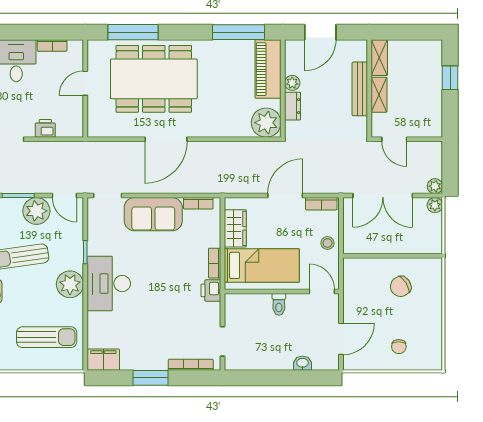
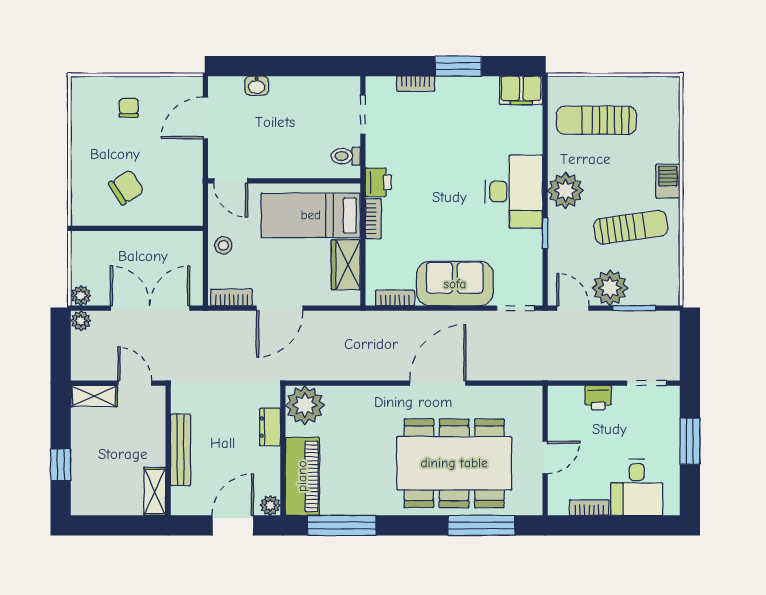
plant: (292, 83) -> (270, 505), moved
shelving: (379, 95) -> (94, 396), moved, turned 90
toilet: (279, 304) -> (346, 156), moved, turned -90
bookcase: (191, 365) -> (416, 84), width x0.64

